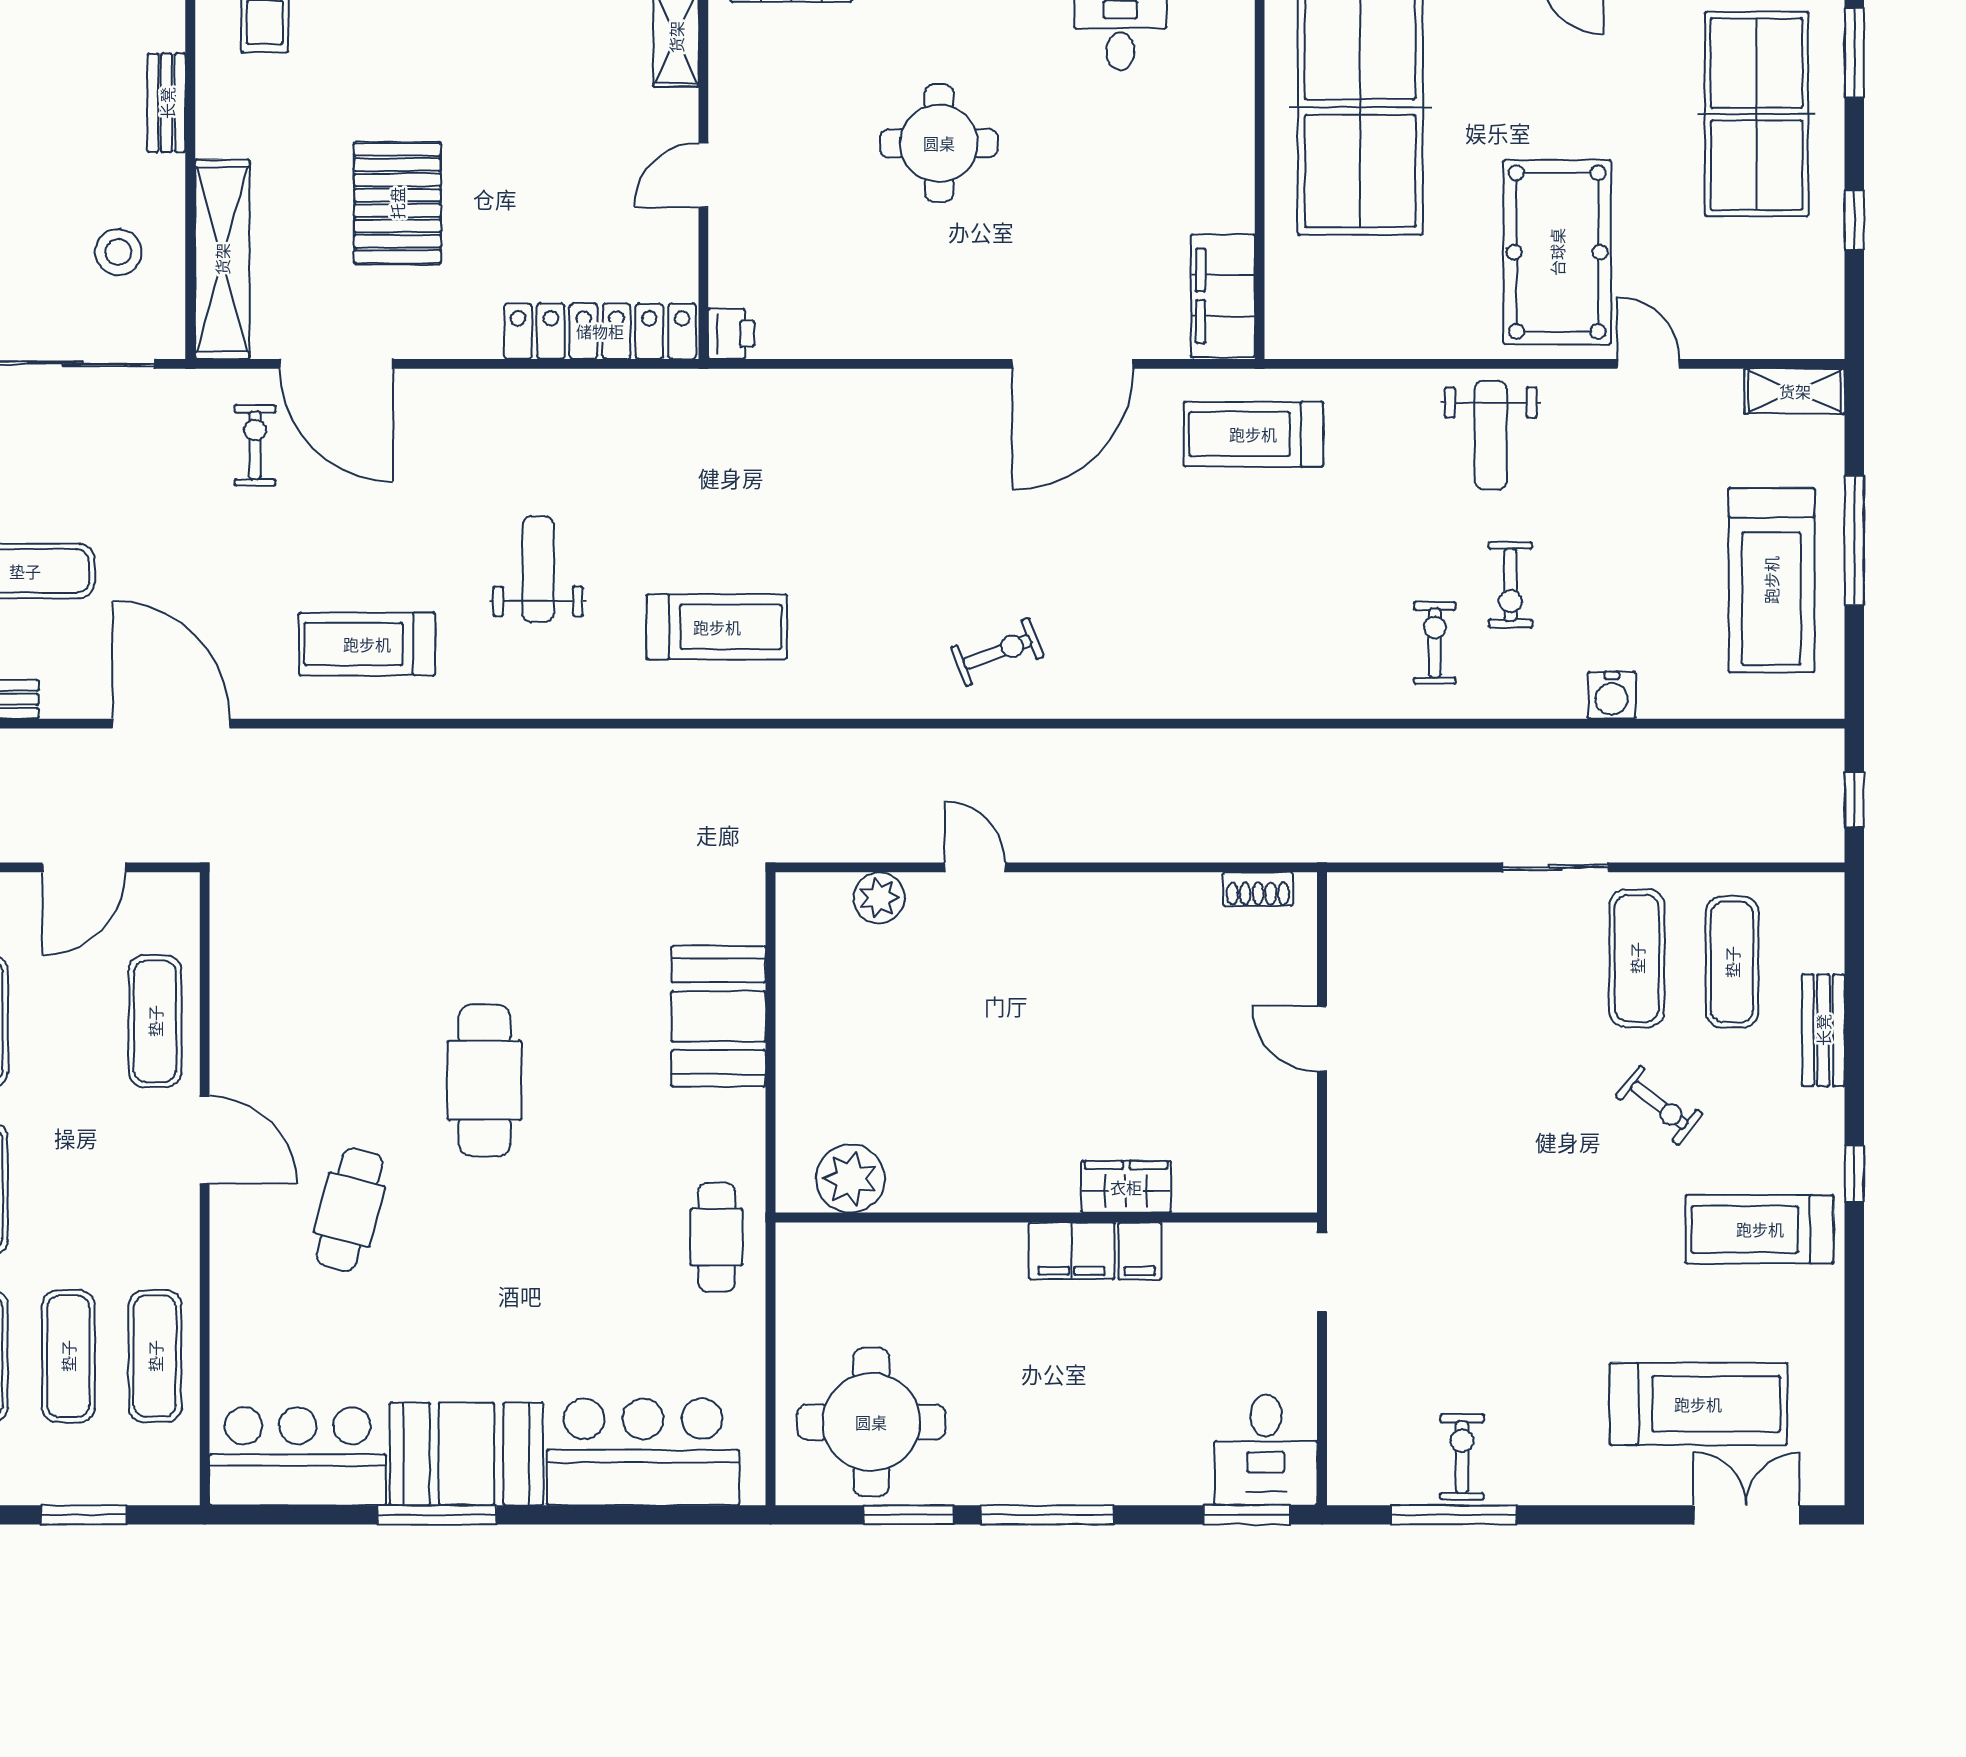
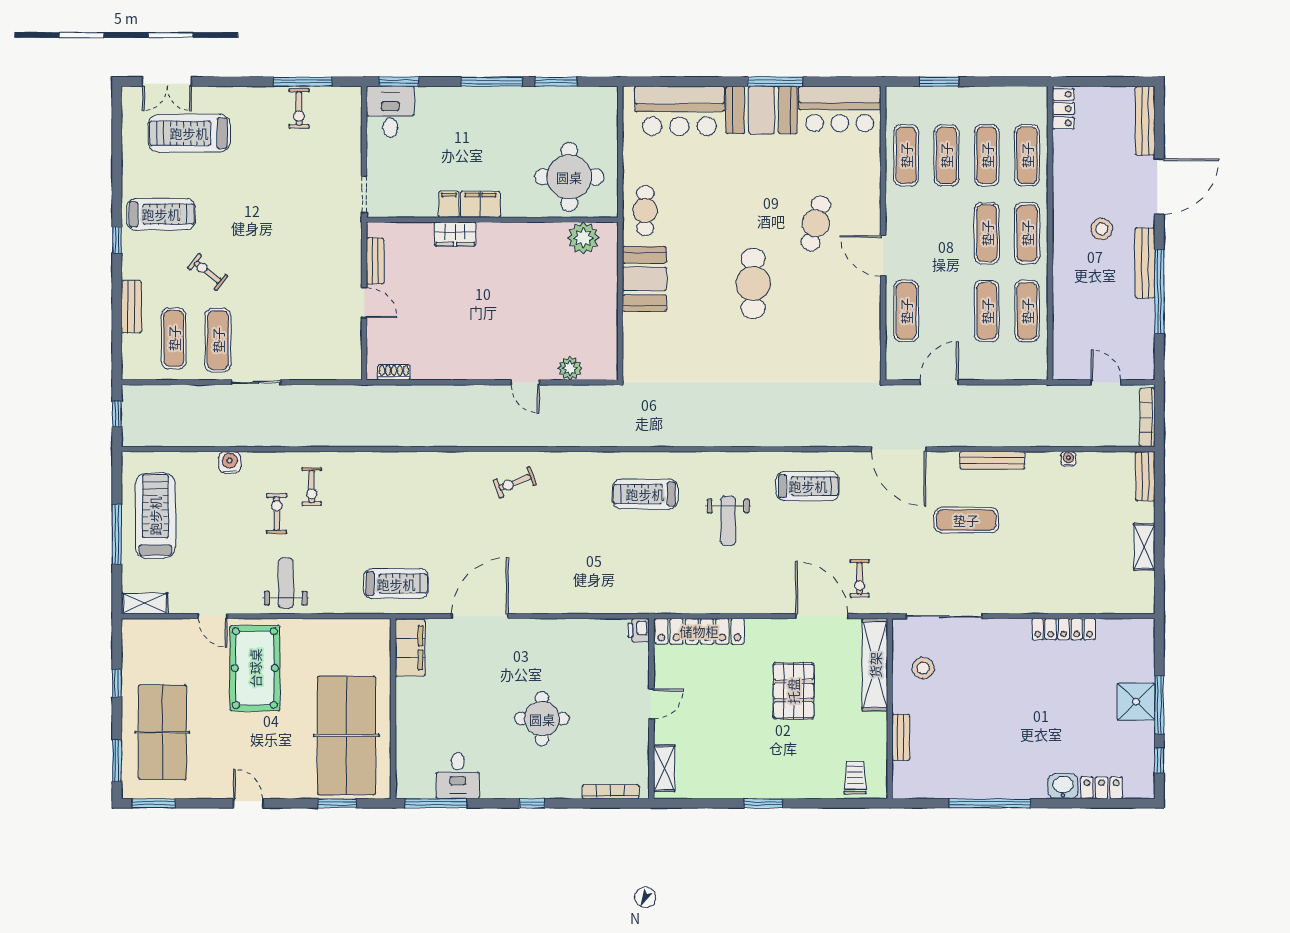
booth: (718, 1016) -> (644, 279), moved
bench: (1298, 1129) -> (375, 261), added
round table: (871, 1422) -> (569, 177), moved

